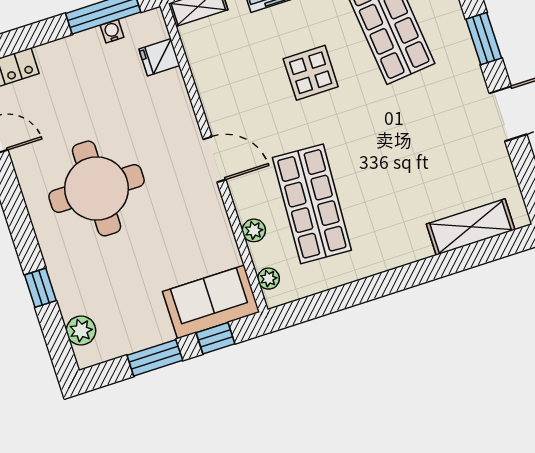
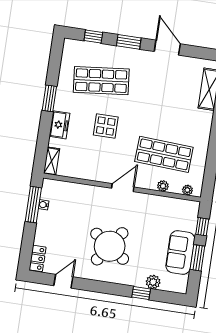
fridge: (159, 57) -> (65, 190), removed
round table: (97, 188) -> (110, 246), turned 35
sofa: (211, 302) -> (180, 252), moved
plant: (81, 330) -> (153, 282), moved

